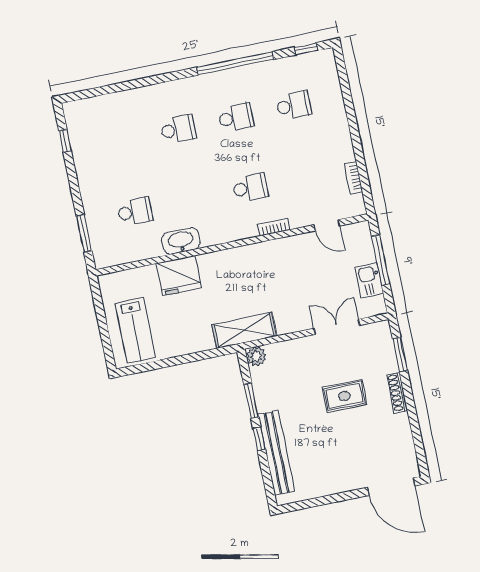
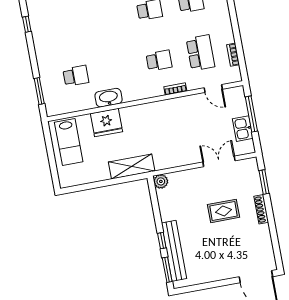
school desk: (178, 129) -> (201, 53), moved, width x1.85
lab bench: (135, 330) -> (69, 142), moved
shelving: (244, 330) -> (132, 166), moved
window: (251, 401) -> (167, 270), moved

